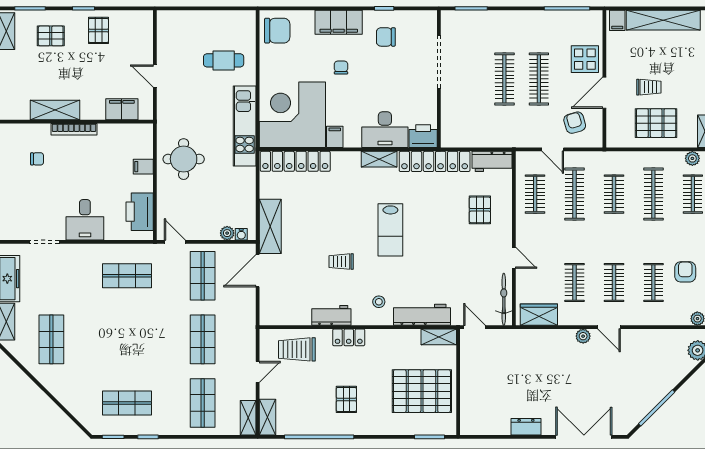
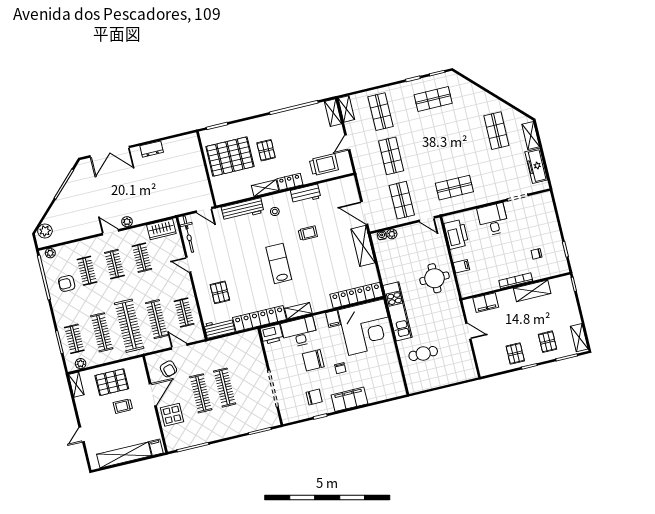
chair: (277, 31) -> (313, 360), moved
pallet: (51, 36) -> (548, 342), turned 90
clothes rail: (614, 194) -> (129, 326), width x1.86, depth x1.31
door: (258, 271) -> (364, 213), swing flipped
armchair: (685, 272) -> (67, 283), turned 90
shelving: (439, 337) -> (265, 188), moved
pallet: (346, 399) -> (266, 150), moved

